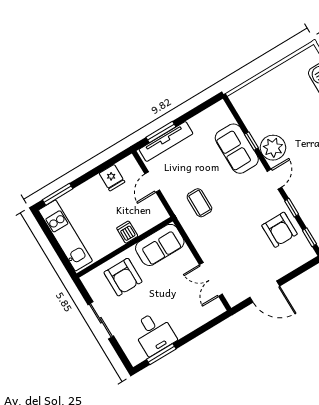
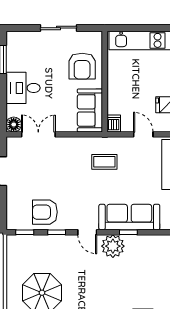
sofa: (237, 149) -> (129, 217), width x1.36
dishwasher: (127, 232) -> (114, 124), moved, turned -90
armchair: (123, 277) -> (82, 66), turned -90
floor lamp: (216, 308) -> (14, 125), added
desk: (154, 333) -> (23, 88), moved

